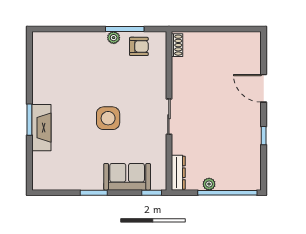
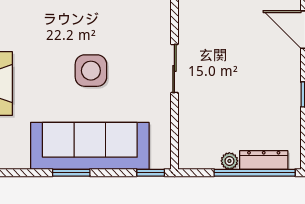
dresser: (178, 173) -> (264, 160), moved, turned -90
sofa: (127, 177) -> (90, 146), width x1.85, depth x1.27

